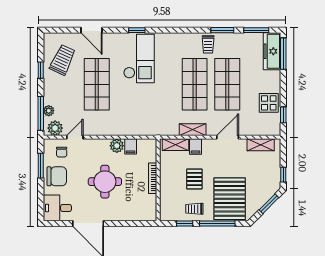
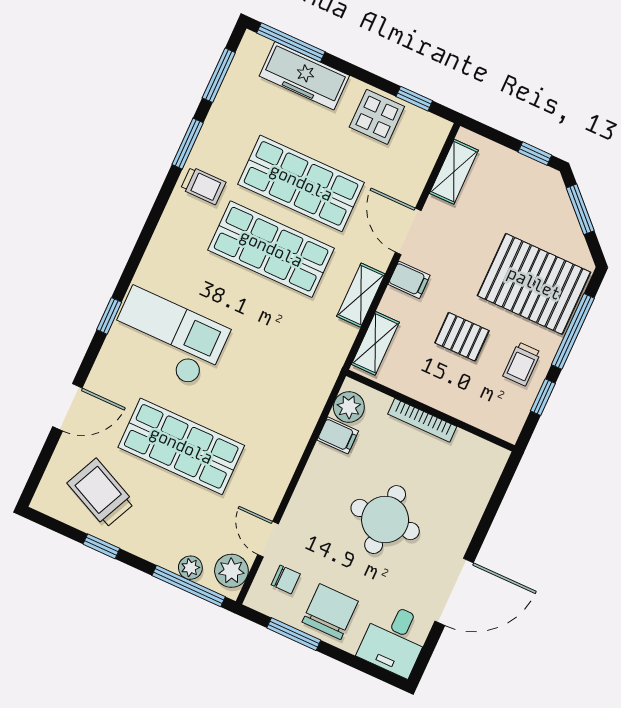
freezer: (272, 51) -> (304, 76), moved
plant: (117, 146) -> (349, 407), moved
filing cabinet: (196, 147) -> (409, 280), moved

